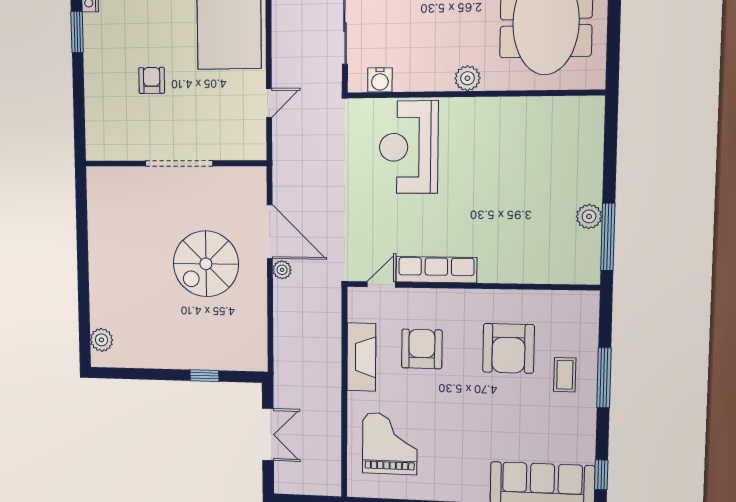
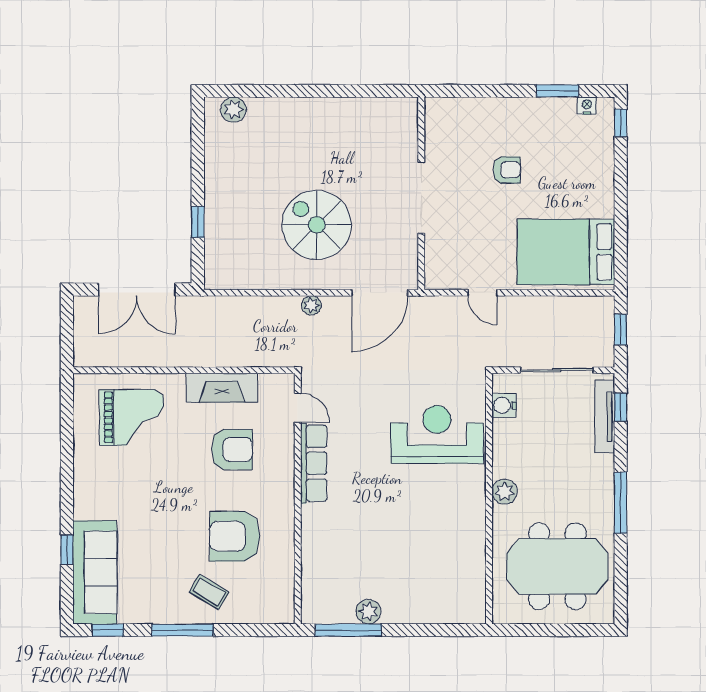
door: (270, 232) -> (380, 293), moved
coffee table: (565, 375) -> (209, 592), turned 31
window: (604, 378) -> (183, 630), moved
double door: (268, 434) -> (137, 290), width x1.37

